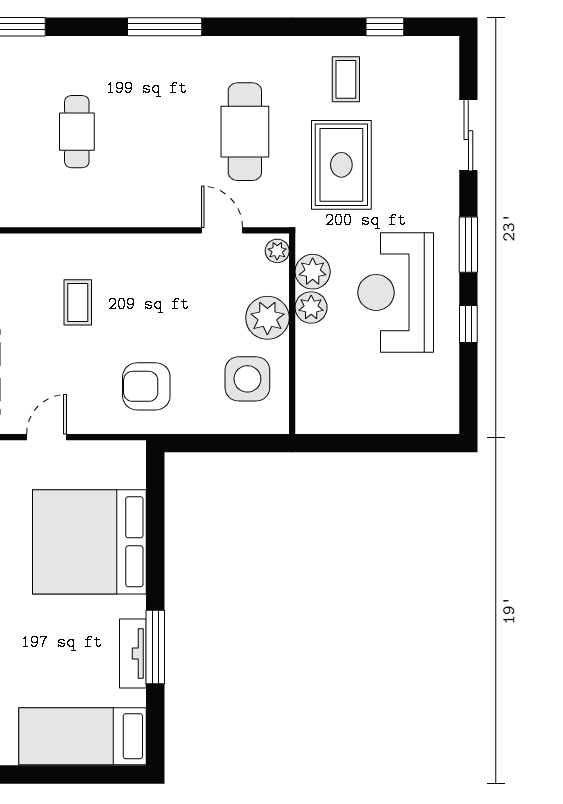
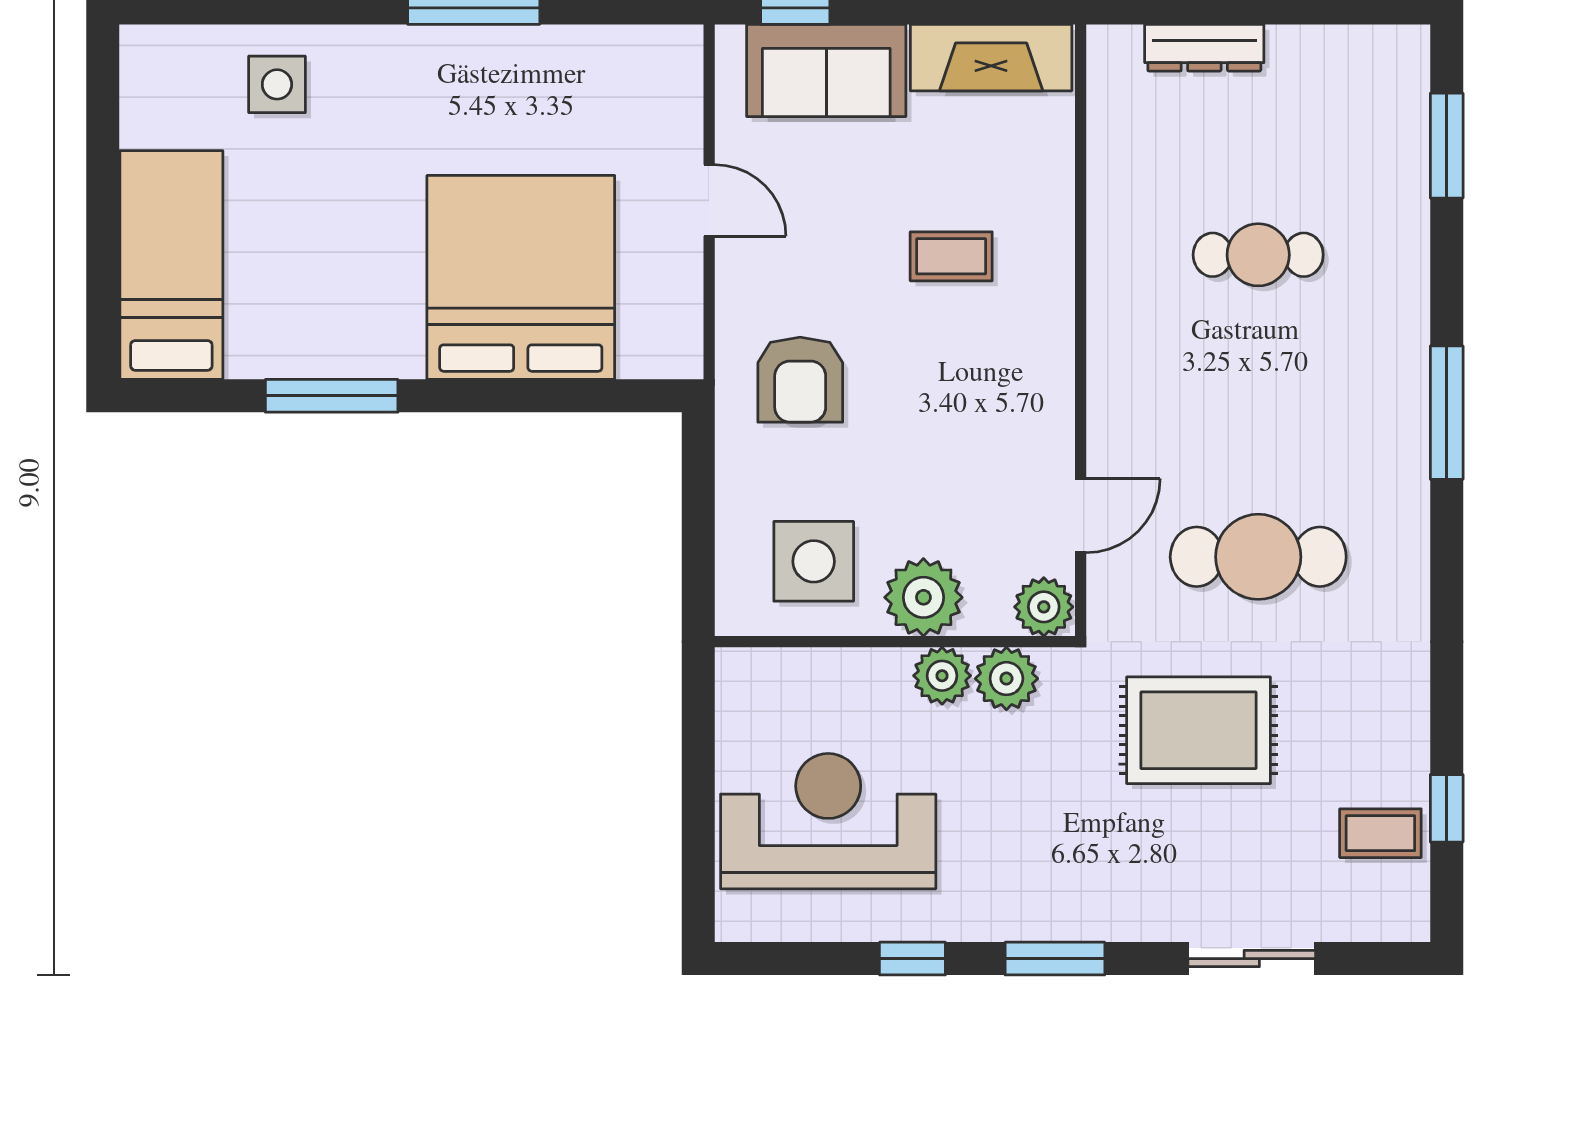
coffee table: (346, 79) -> (1380, 833), moved
plant: (277, 251) -> (1044, 607), width x1.38, depth x1.38
reception desk: (396, 292) -> (828, 821), moved
armchair: (146, 386) -> (800, 380), turned 180
tv unit: (133, 654) -> (320, 356), removed

